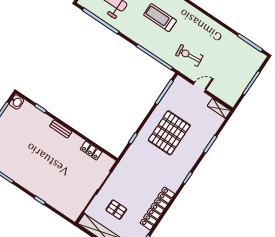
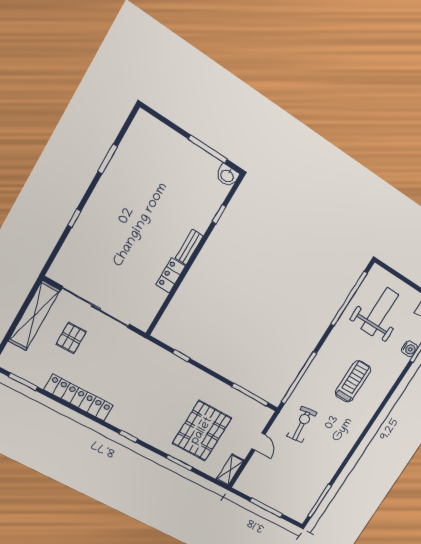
pallet: (169, 133) -> (202, 431), moved, turned 90
locker: (91, 151) -> (171, 275), moved

